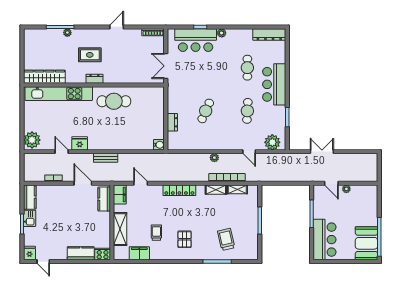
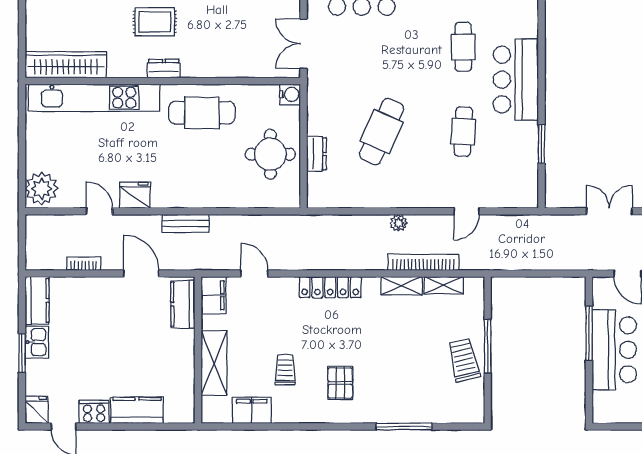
cafe table: (206, 111) -> (382, 132), width x1.37, depth x1.35
round table: (149, 122) -> (270, 154), added
plant: (272, 142) -> (512, 193), removed
water cooler: (159, 145) -> (290, 94), moved
door: (249, 152) -> (467, 211), hinge flipped
trolley: (226, 239) -> (464, 360), moved
bar counter: (325, 240) -> (614, 350), moved
cooker: (103, 254) -> (94, 412), moved

